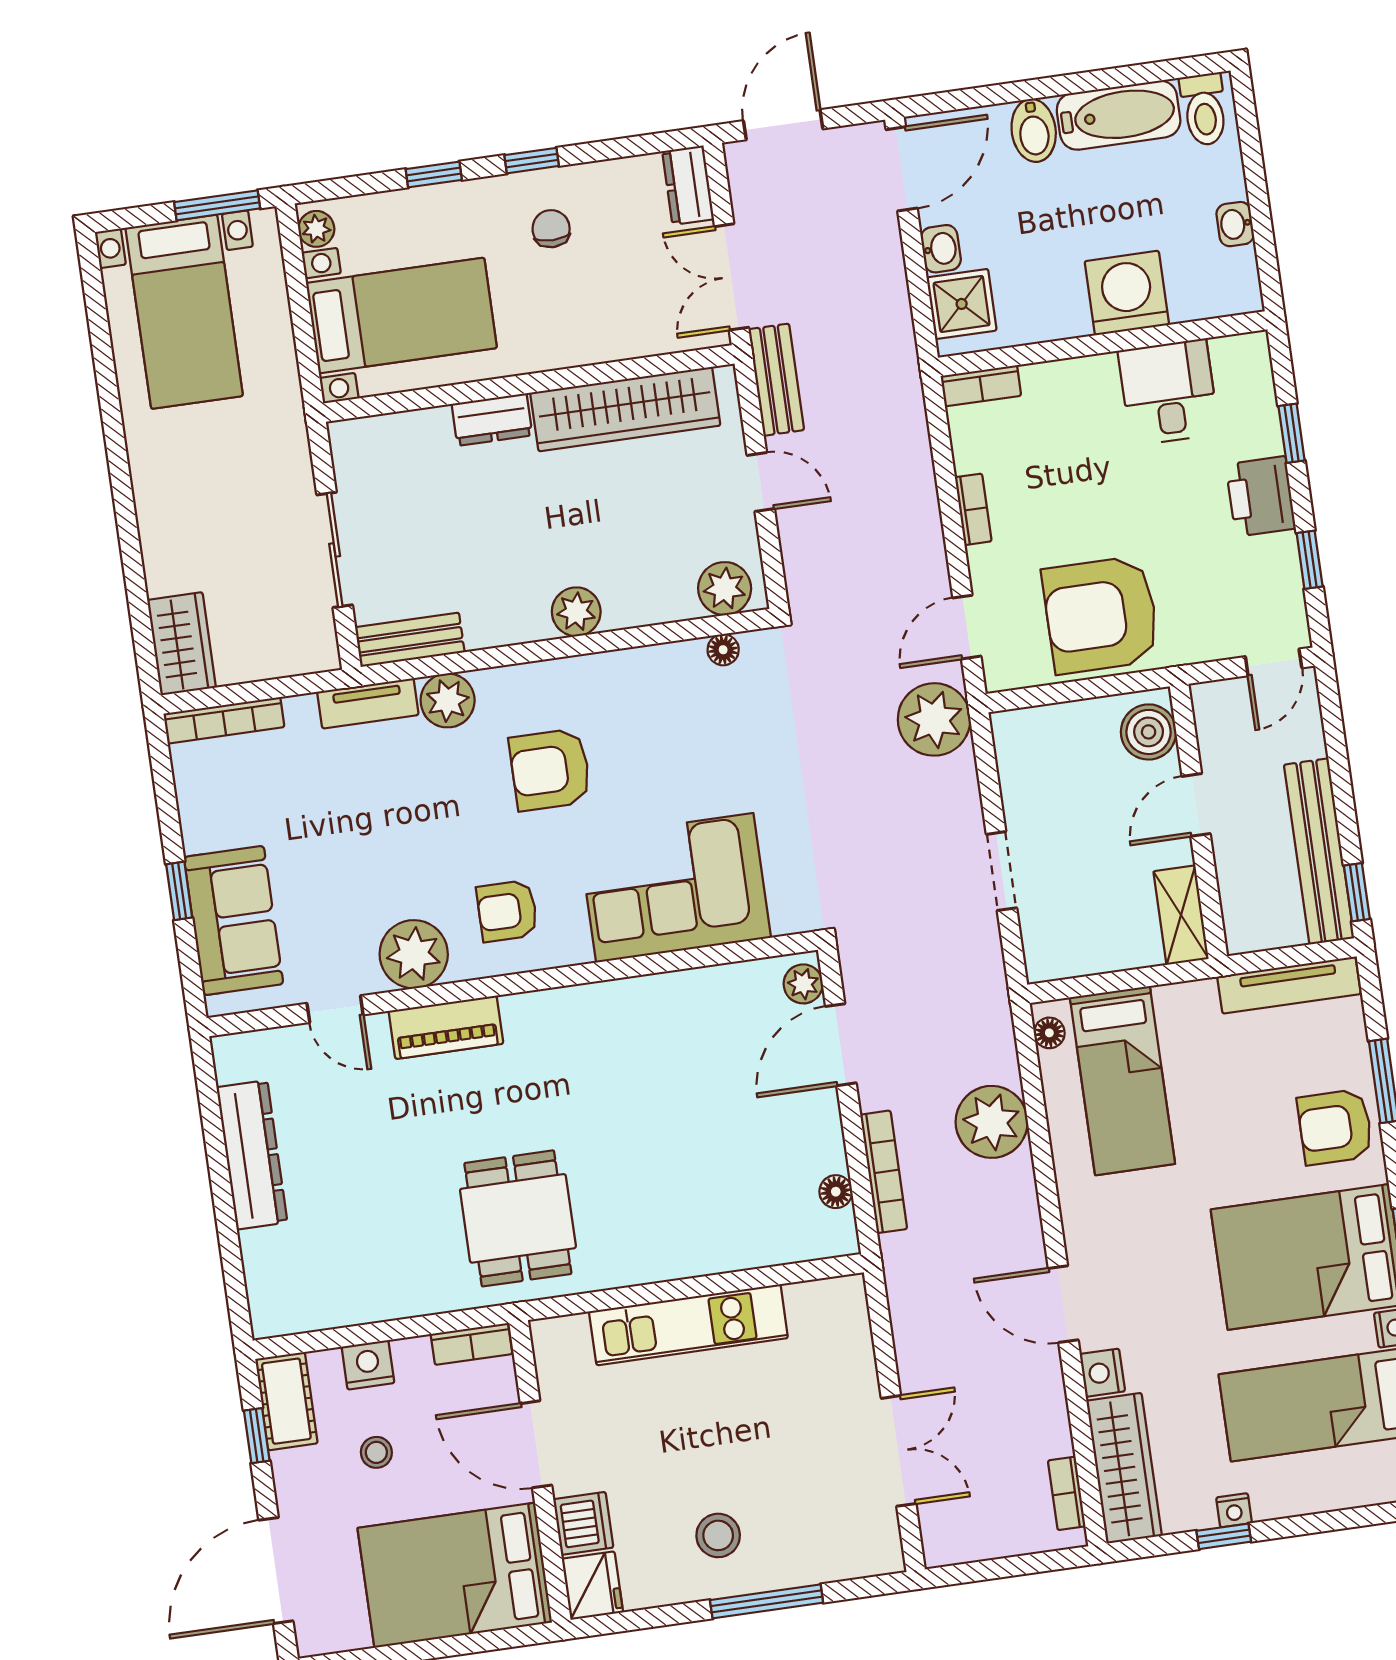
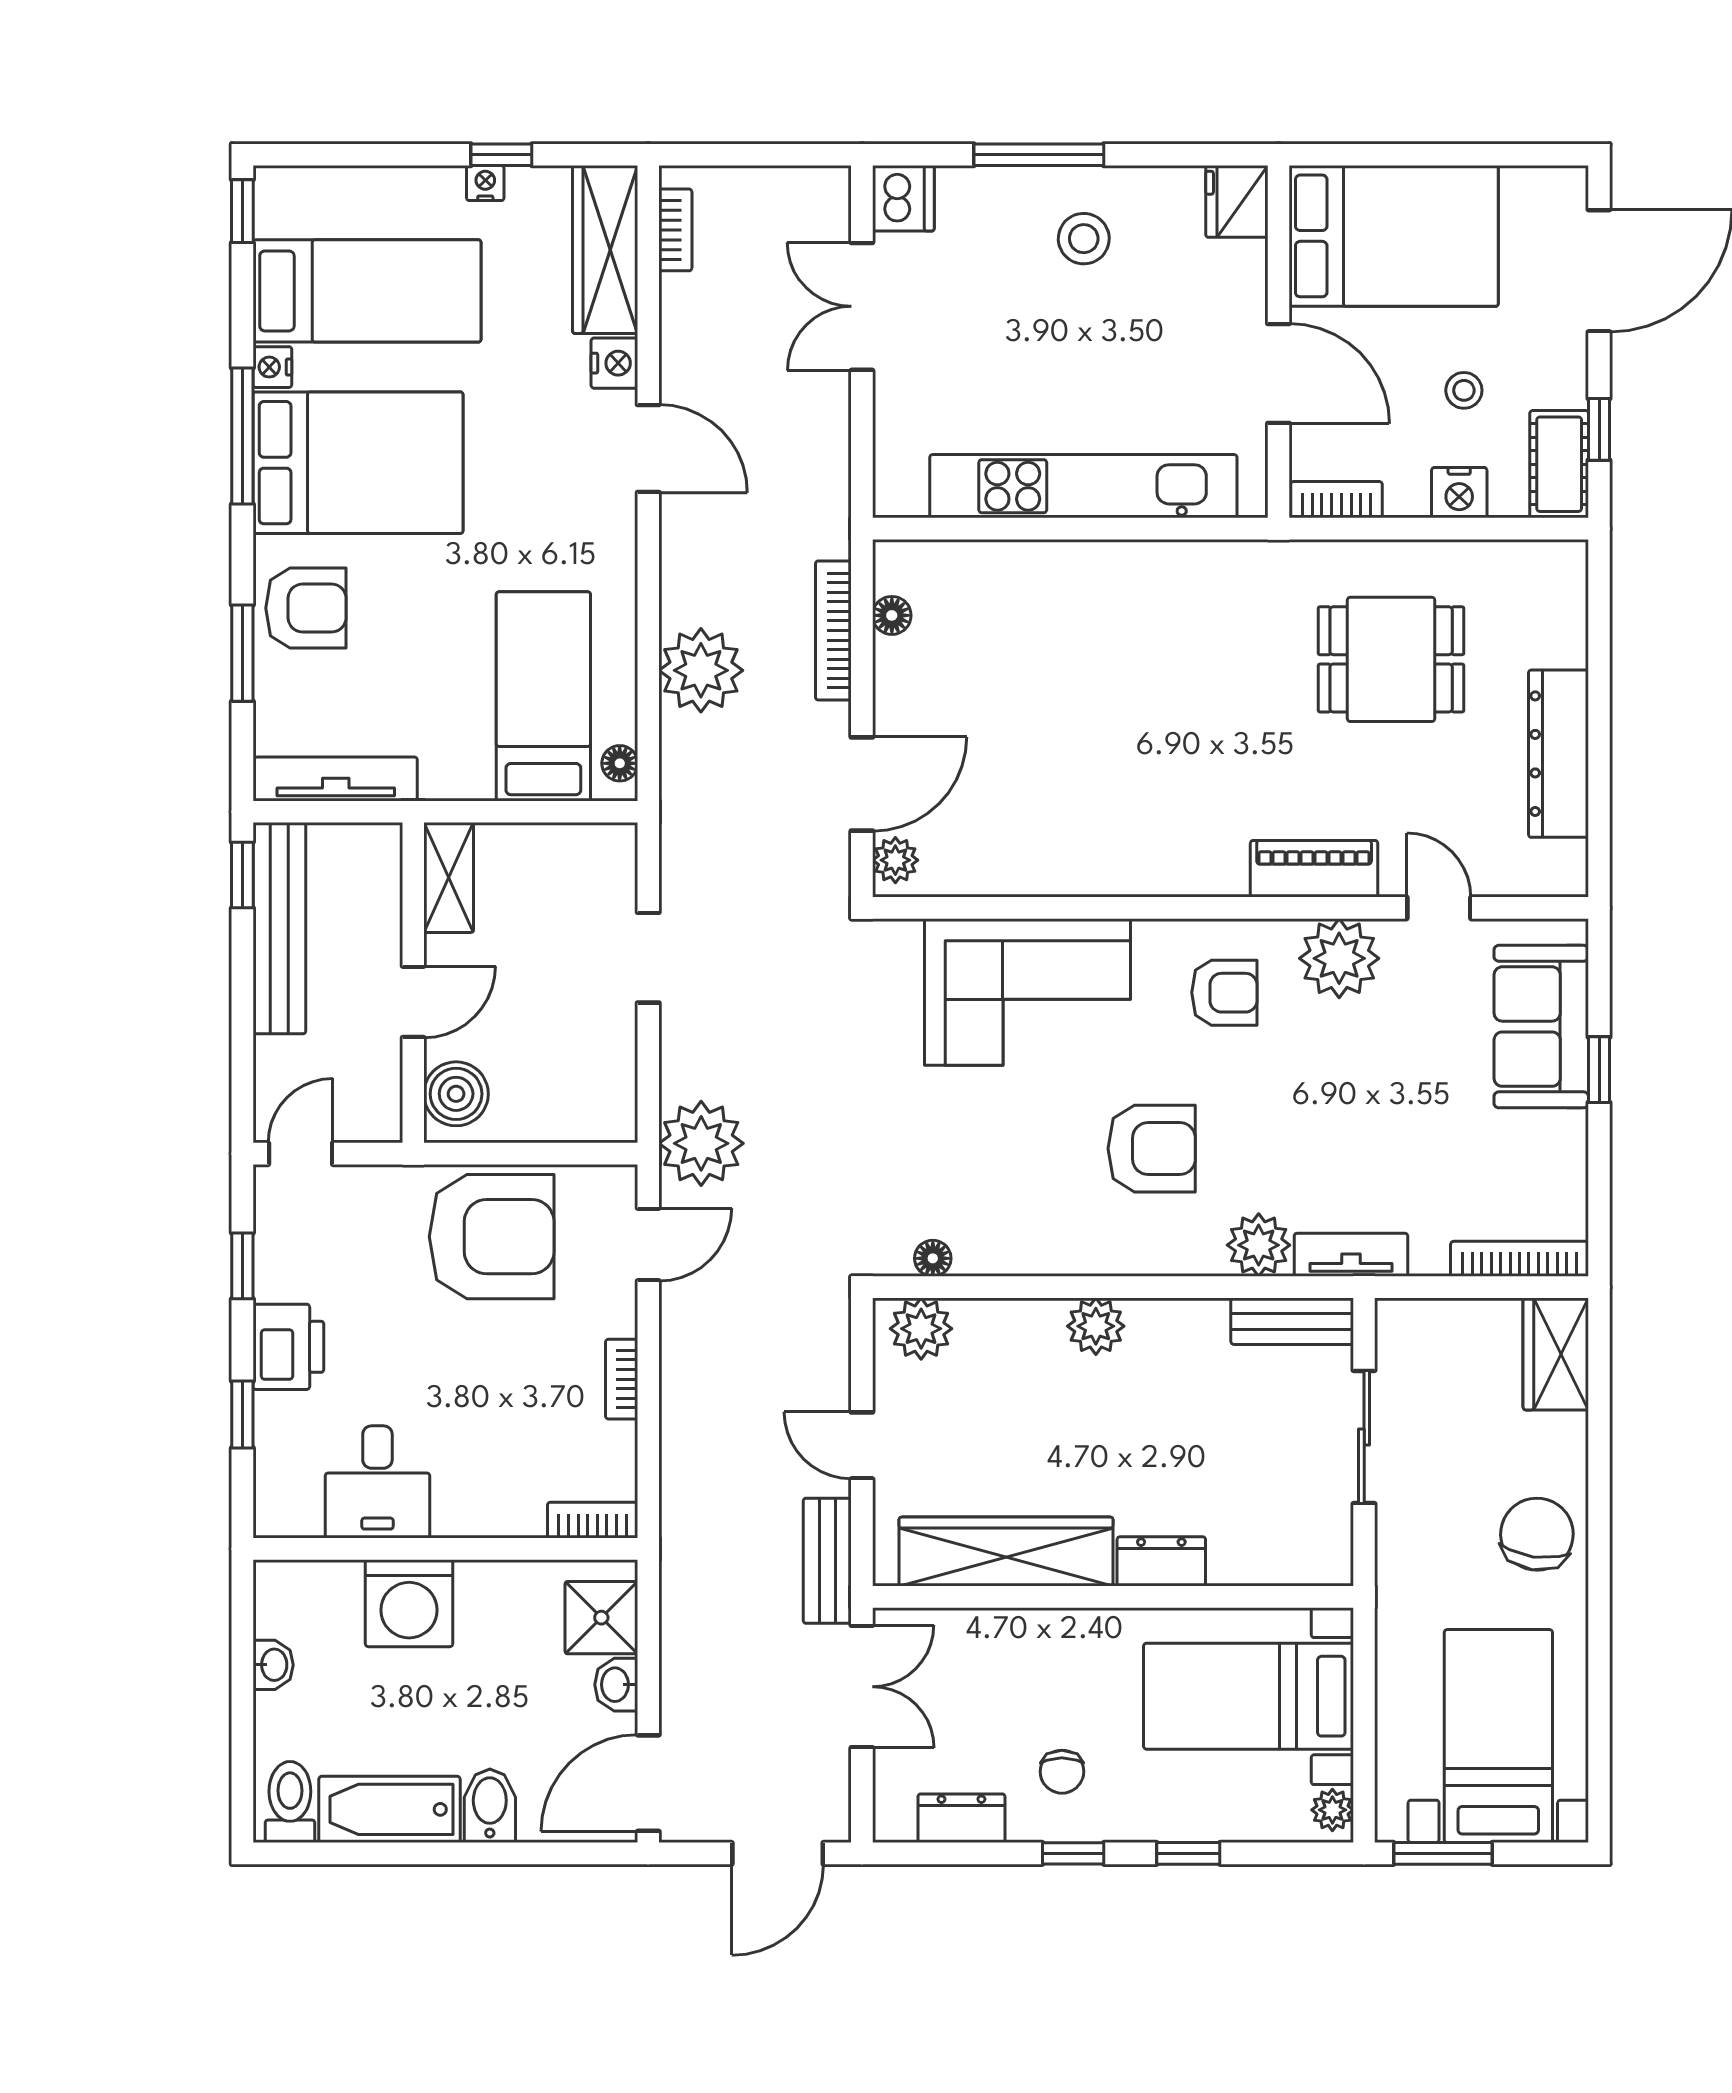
dresser: (688, 185) -> (961, 1818), moved, turned -90
chair: (176, 488) -> (1537, 1534), added
dining table: (518, 1218) -> (1391, 659), moved, turned 90
kitchen unit: (688, 1325) -> (1083, 486), width x1.36
dishwasher: (583, 1523) -> (903, 198), moved, turned 180

